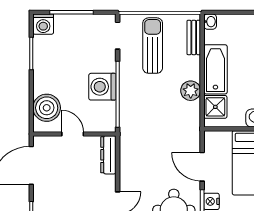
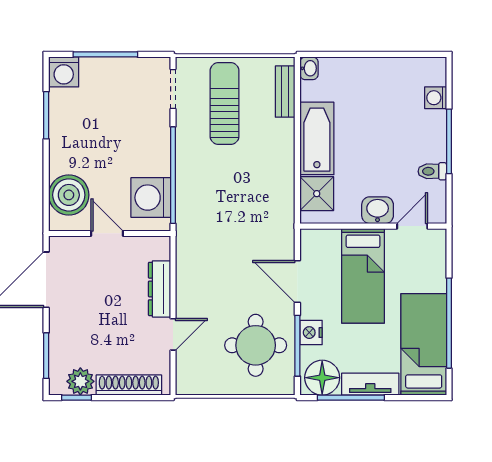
washing machine: (102, 87) -> (151, 198), moved
plant: (191, 91) -> (280, 170), removed
dresser: (108, 155) -> (160, 289), moved

